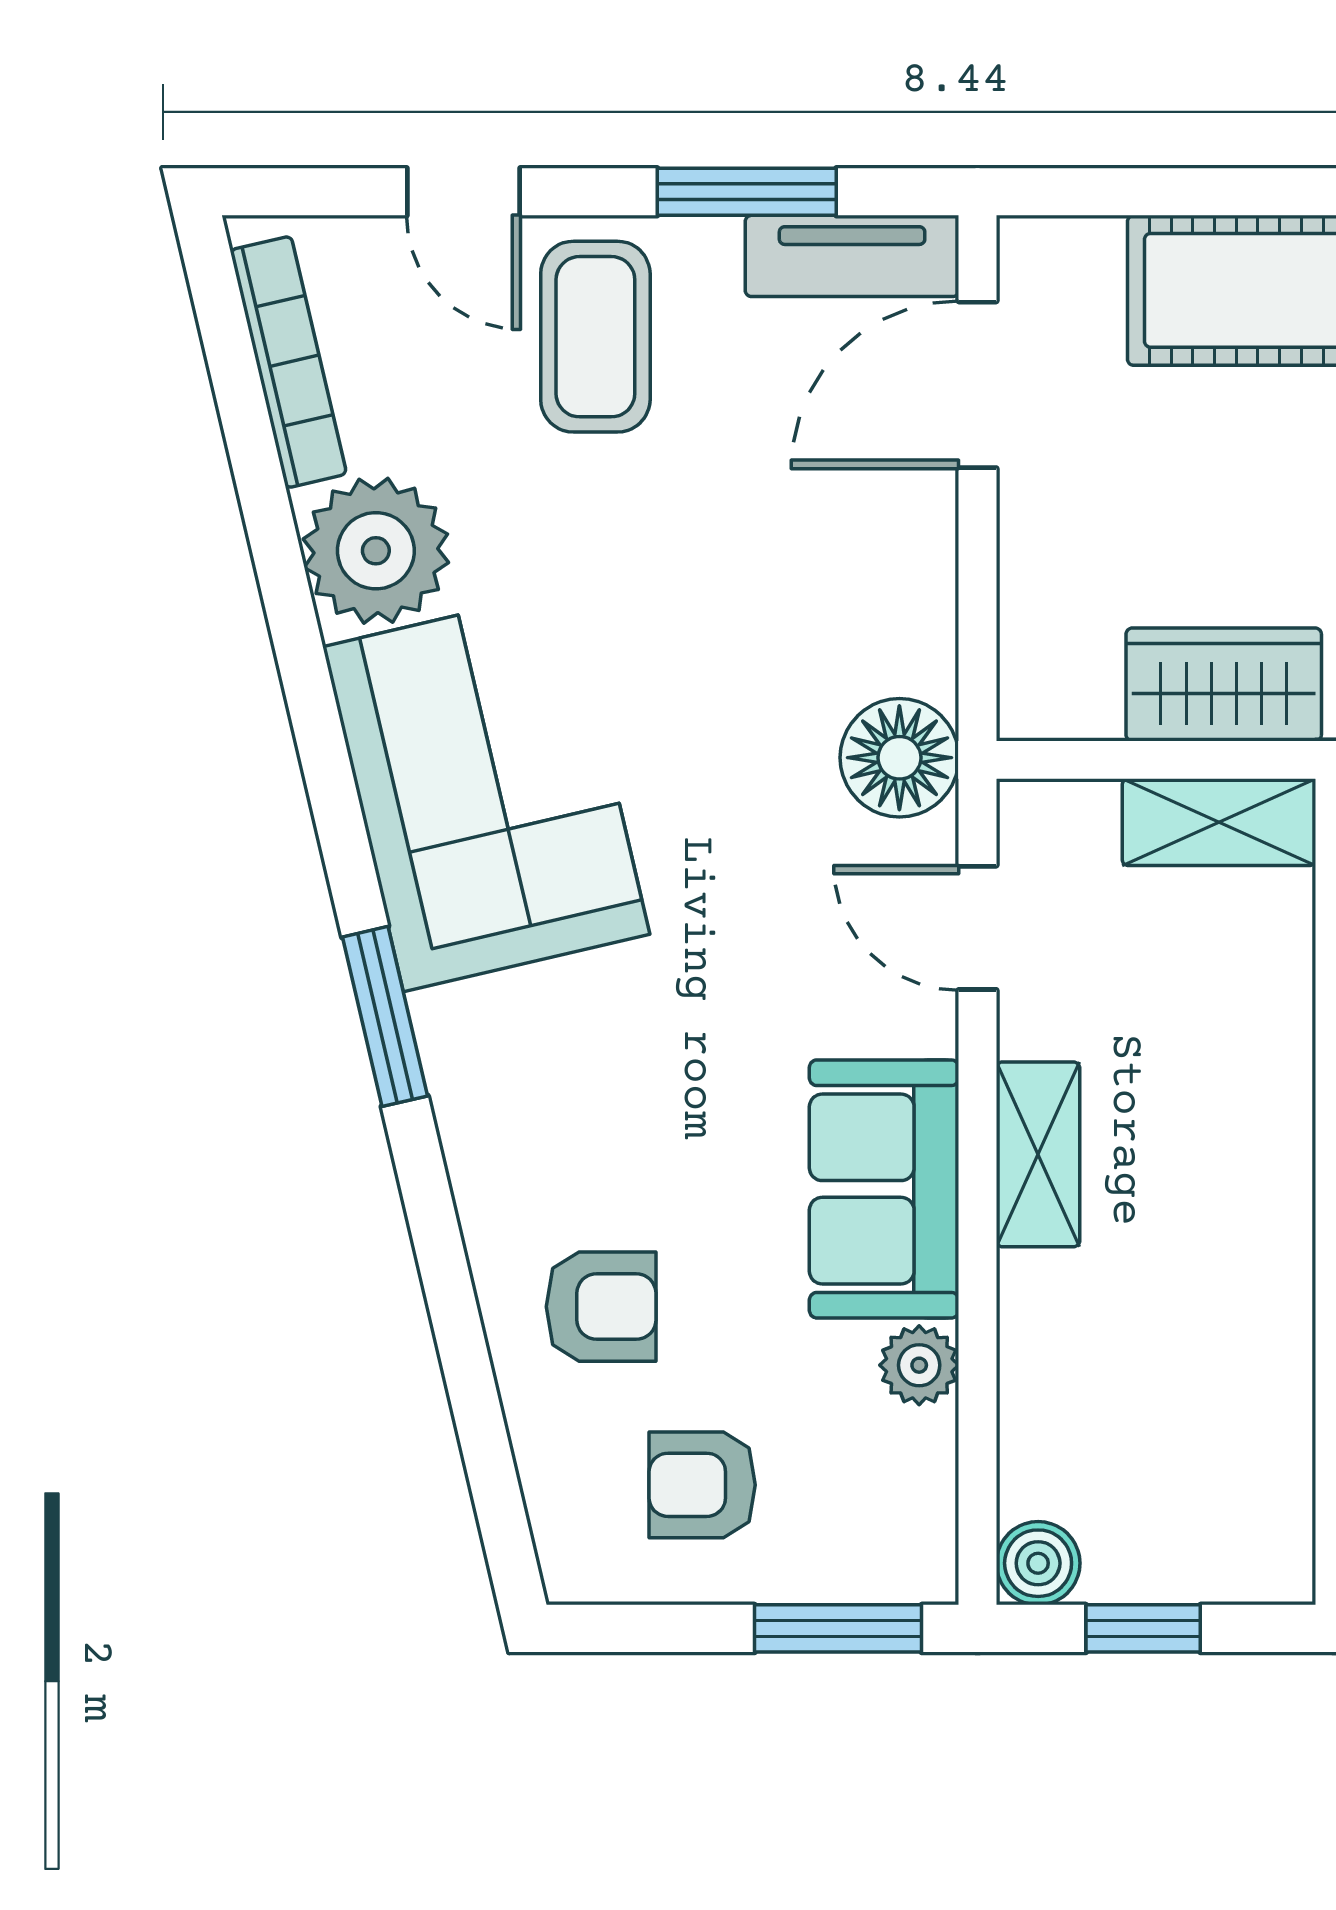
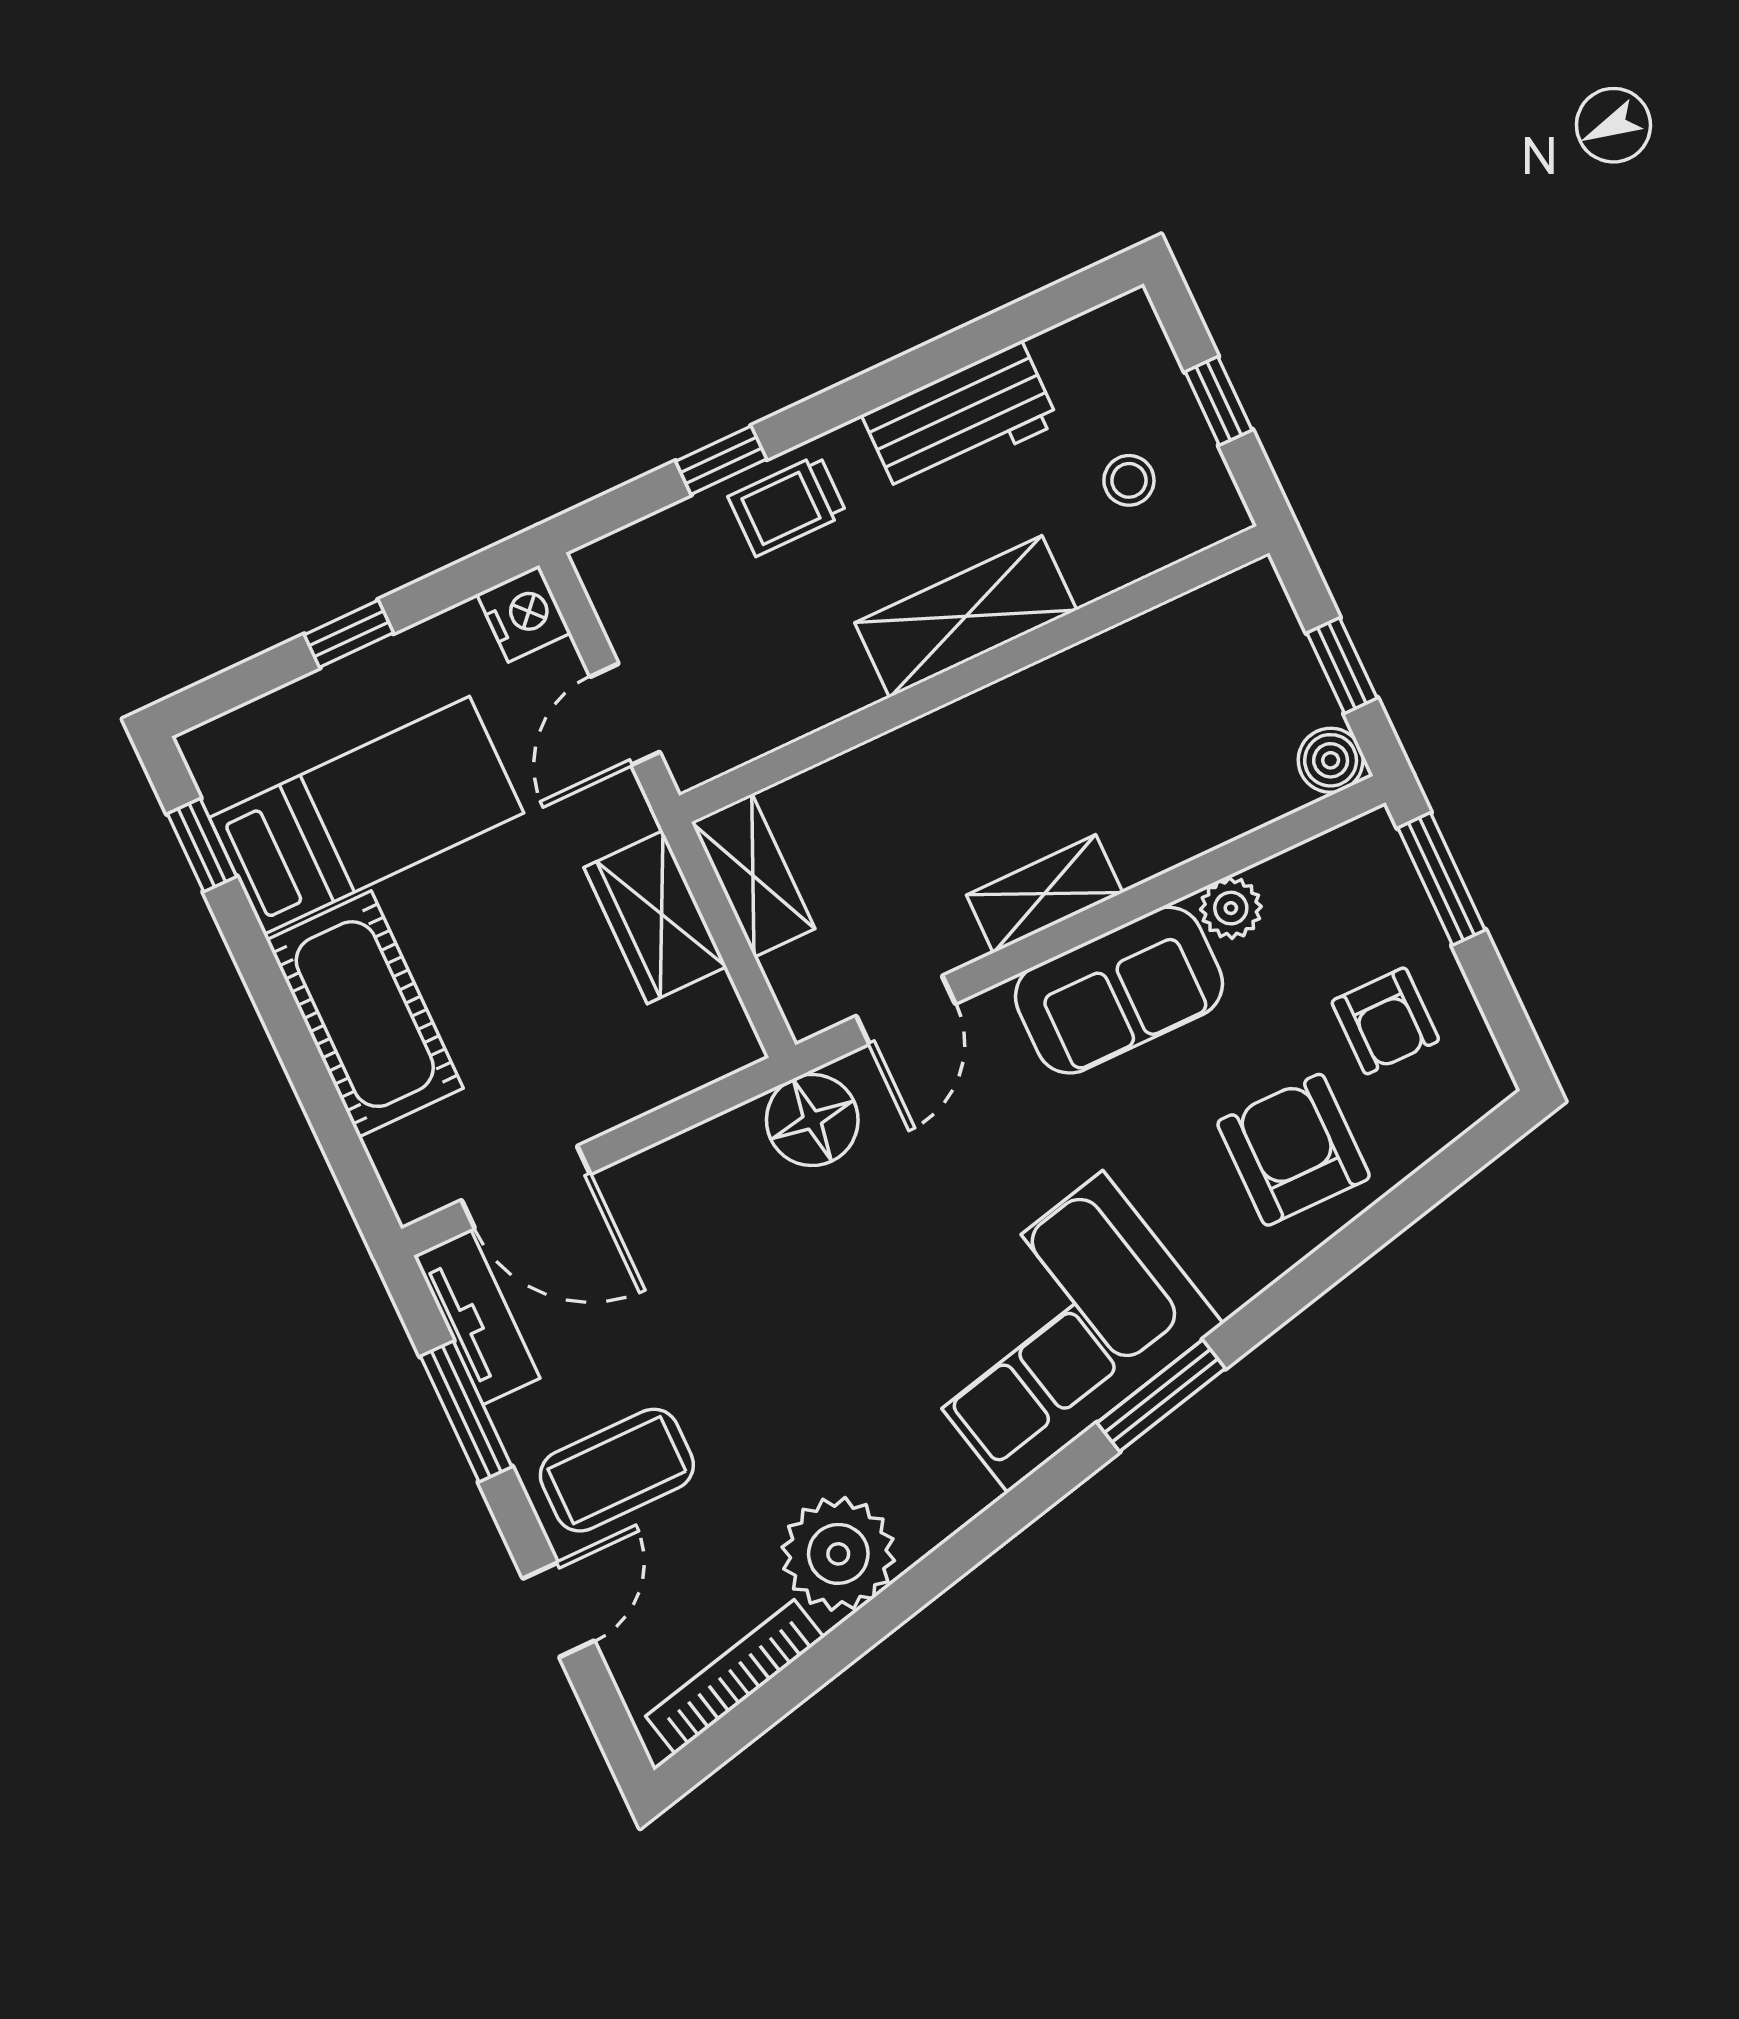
corner sofa: (486, 790) -> (1055, 1331), moved
armchair: (601, 1307) -> (1294, 1150), width x1.38, depth x1.38

